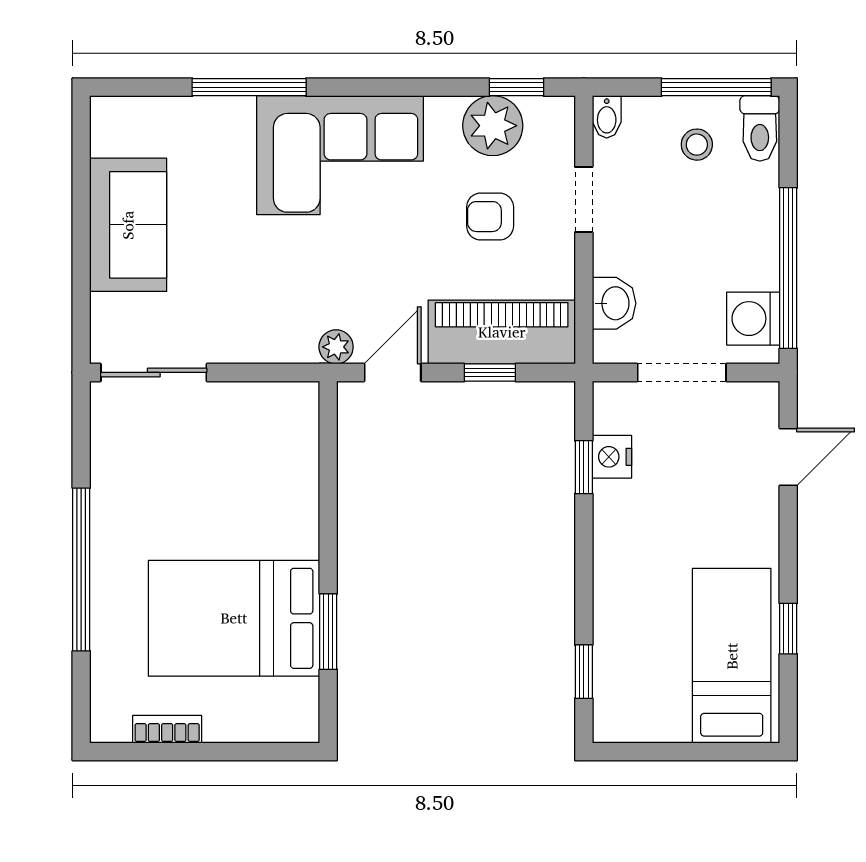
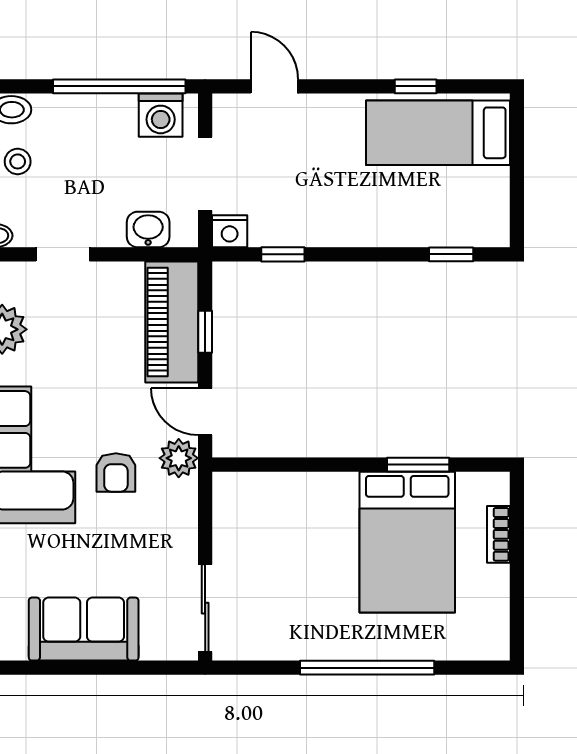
armchair: (490, 217) -> (116, 472), moved
plant: (336, 347) -> (179, 458), width x1.38, depth x1.38
nightstand: (612, 457) -> (230, 231), moved
bookcase: (167, 729) -> (498, 534), moved

